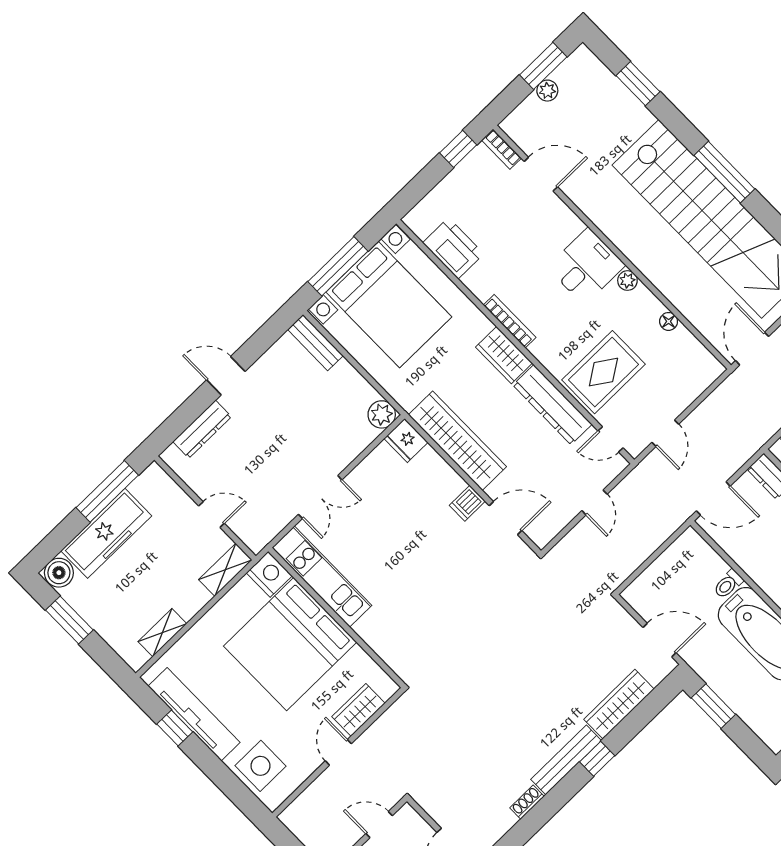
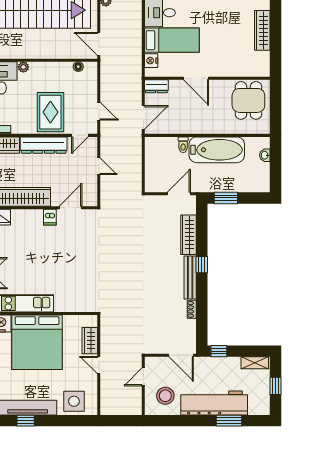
floor lamp: (669, 321) -> (78, 67), moved

